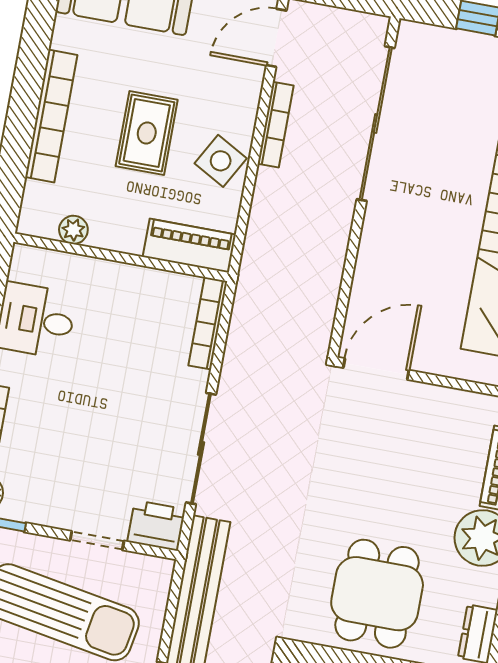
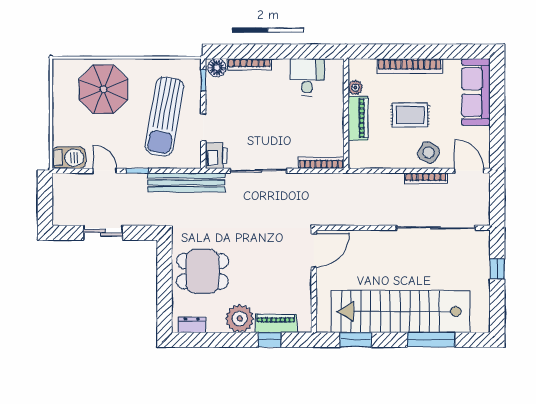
side table: (221, 161) -> (429, 153), moved
piano: (189, 246) -> (358, 118), moved
door: (376, 369) -> (314, 250), hinge flipped

